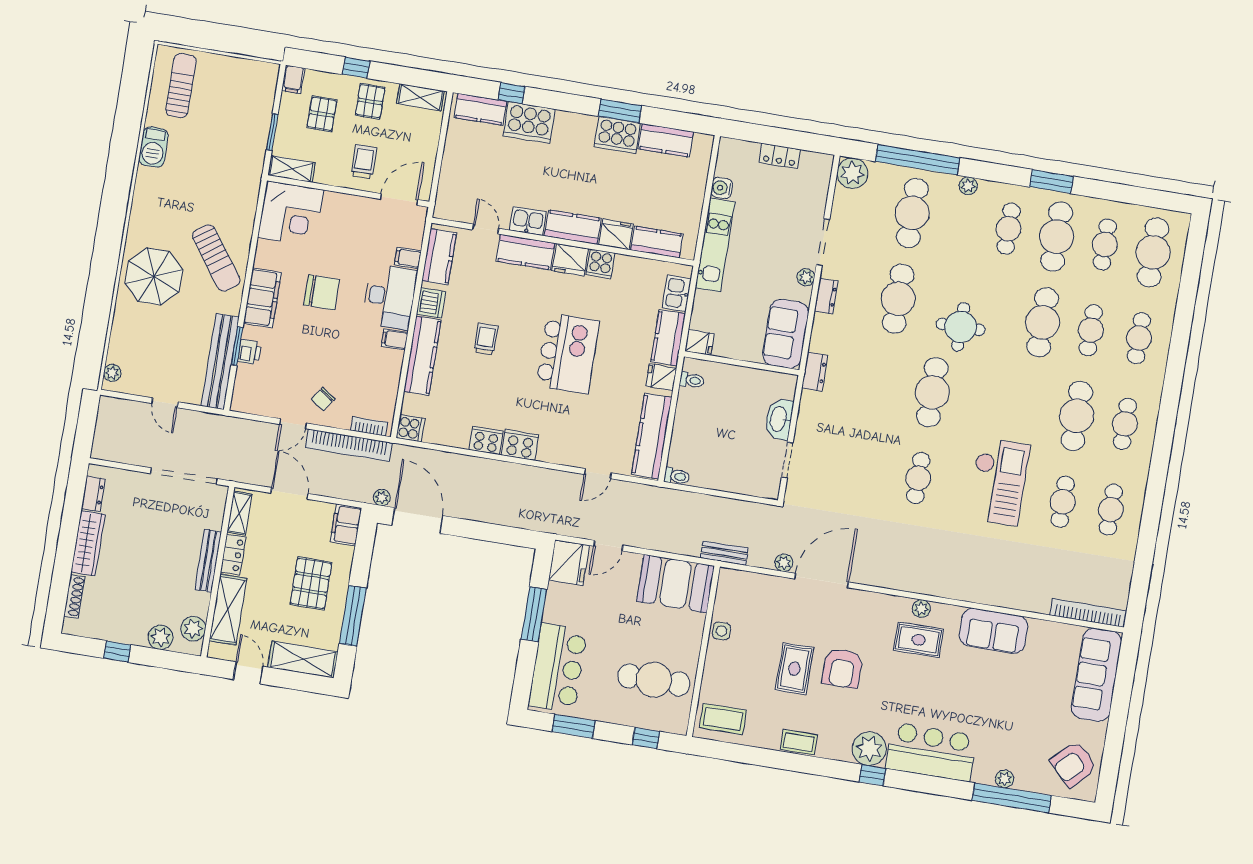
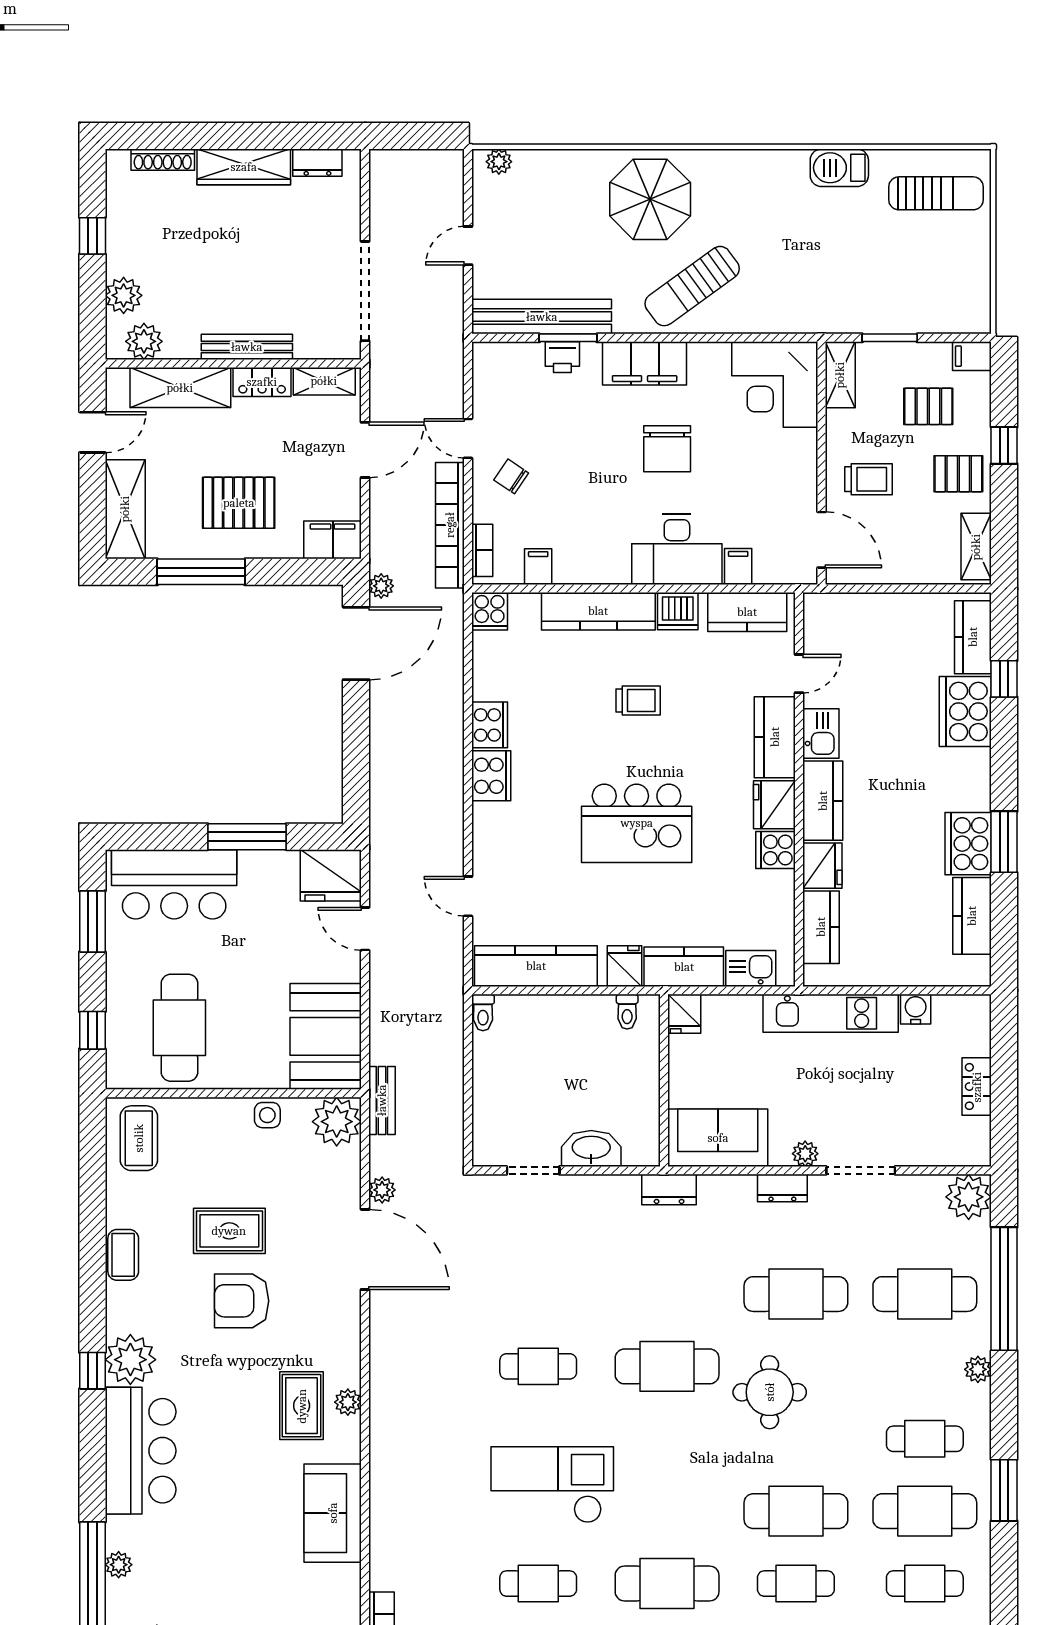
filing cabinet: (395, 339) -> (538, 567), moved
checkout: (999, 482) -> (552, 1485), turned 180
plant: (733, 585) -> (337, 1122), added

